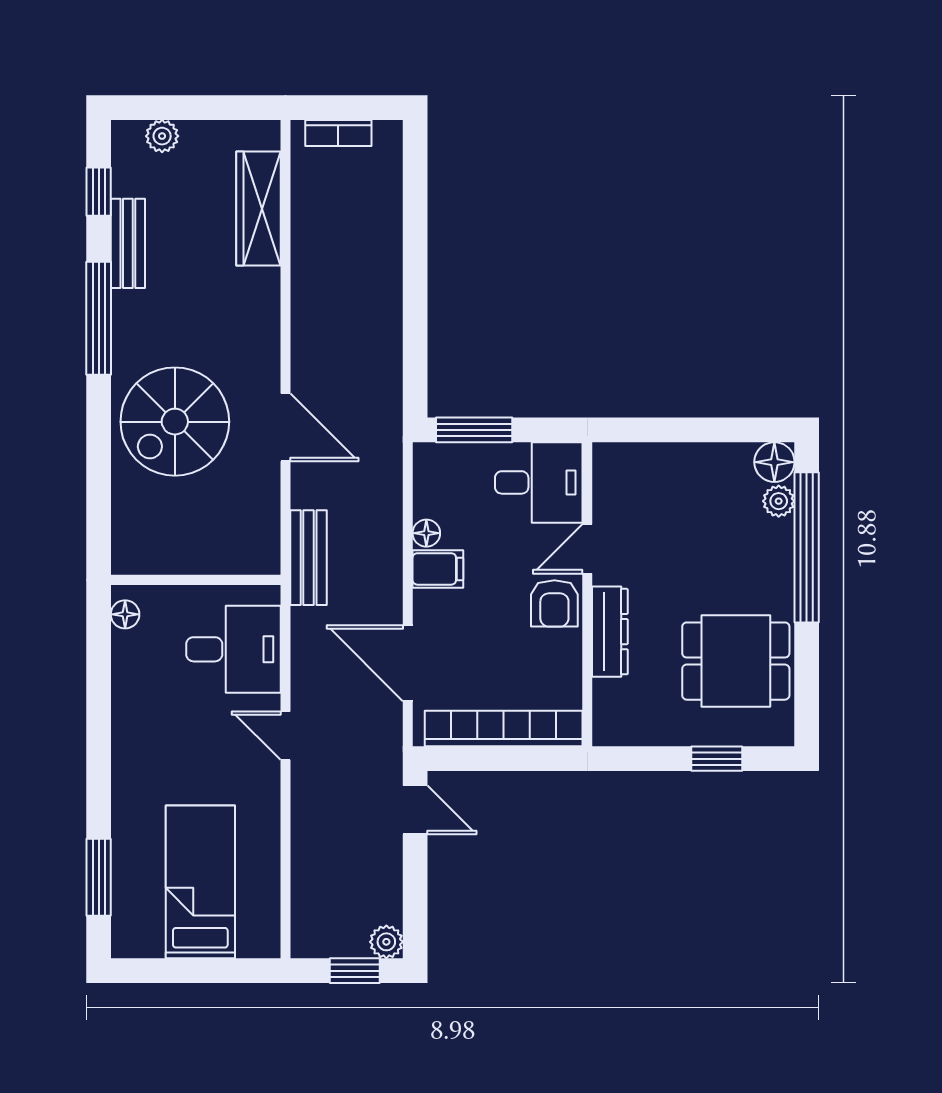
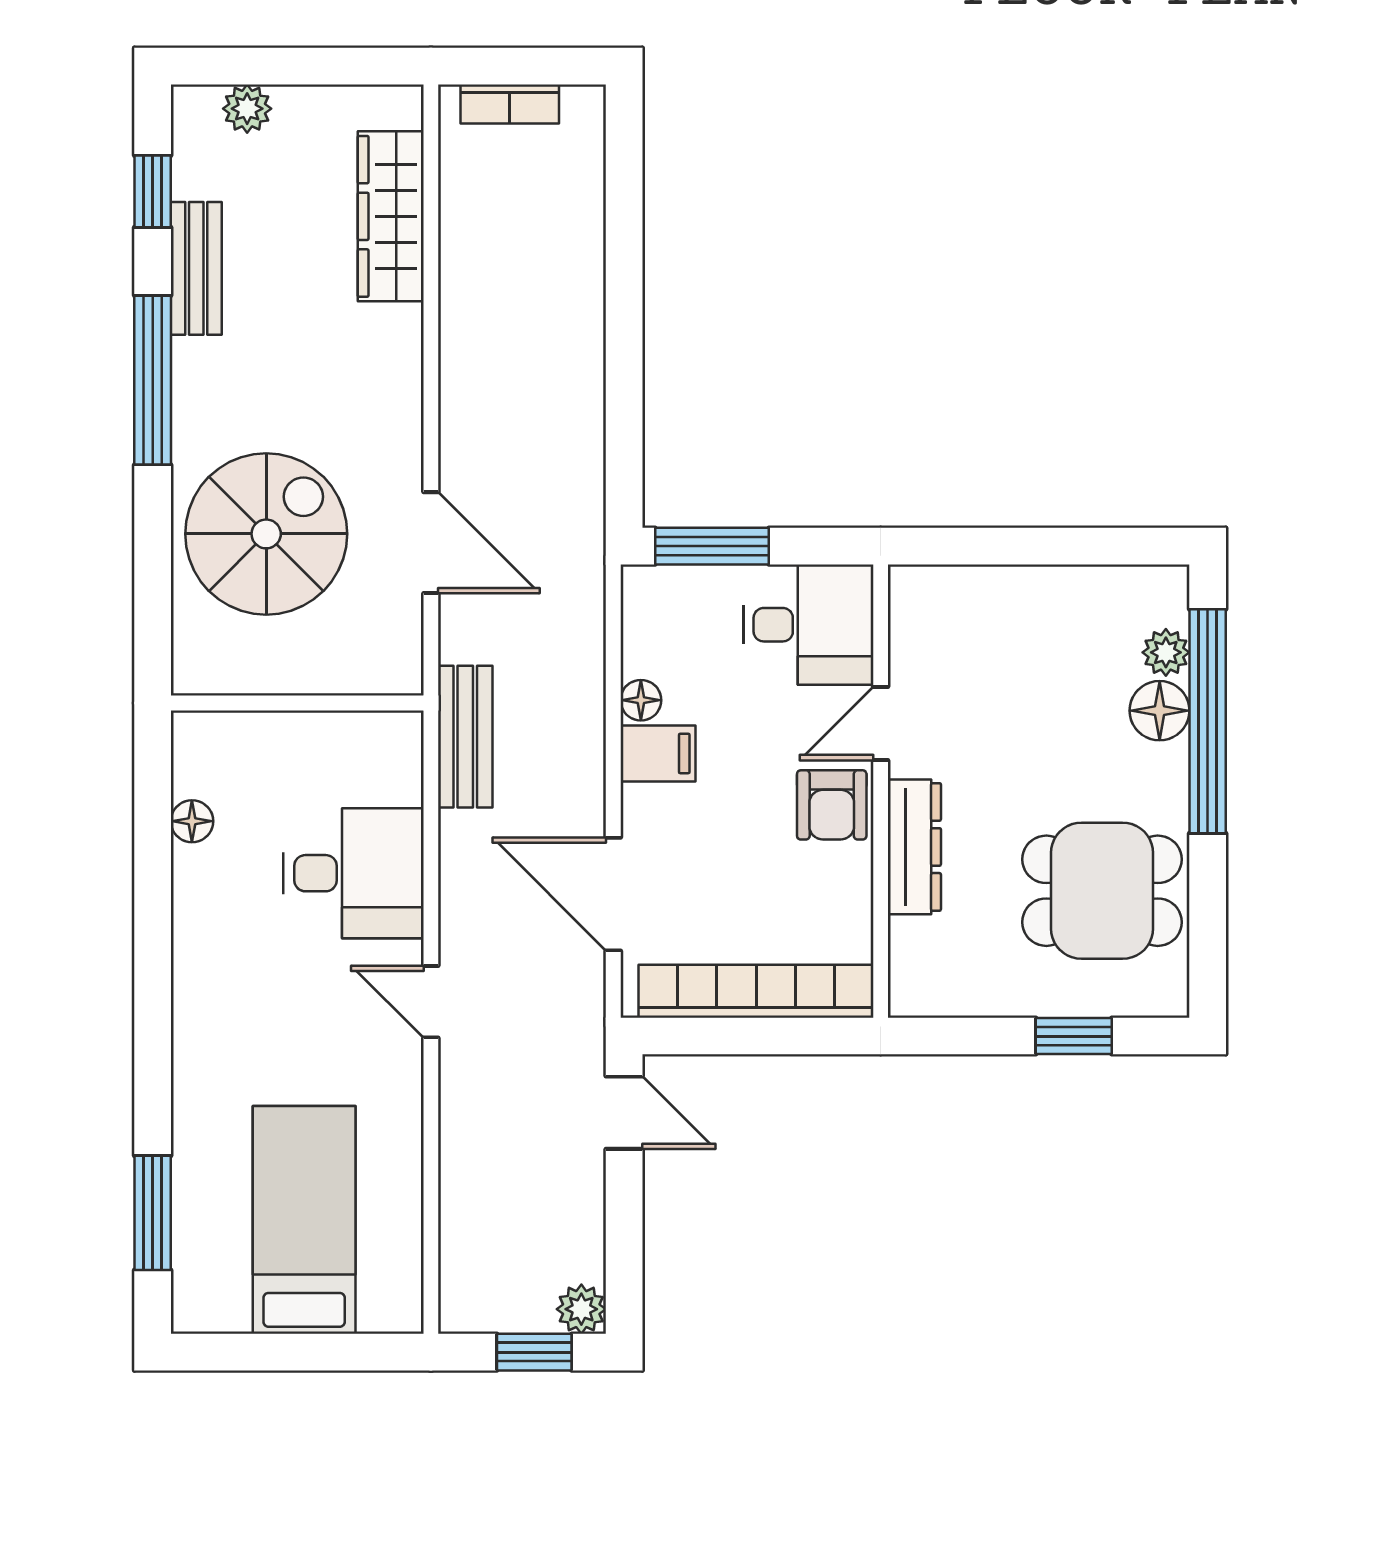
spiral stairs: (175, 422) -> (266, 534), turned 180
floor lamp: (774, 462) -> (1160, 711), moved
wall: (196, 580) -> (297, 703), moved

